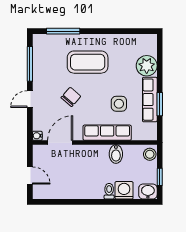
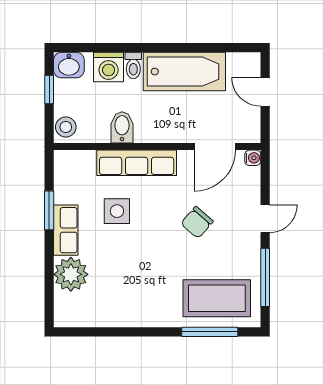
coffee table: (88, 62) -> (217, 298), moved
row of seats: (150, 100) -> (66, 230), width x0.68
bathtub: (78, 188) -> (184, 72), added

